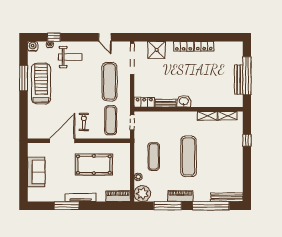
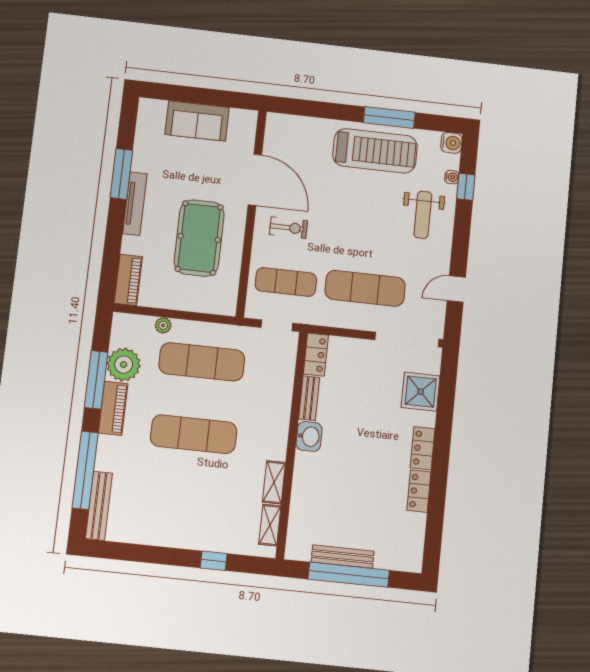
exercise mat: (154, 156) -> (202, 362), width x1.36, depth x1.45
plant: (142, 194) -> (124, 365), moved

